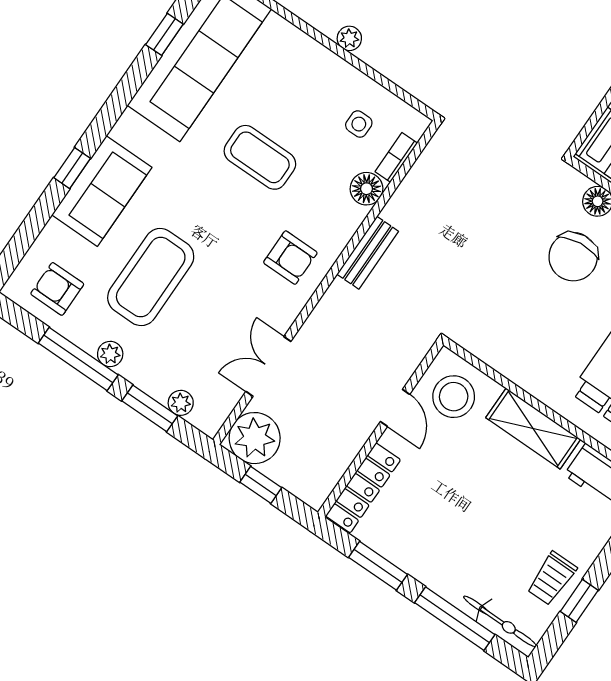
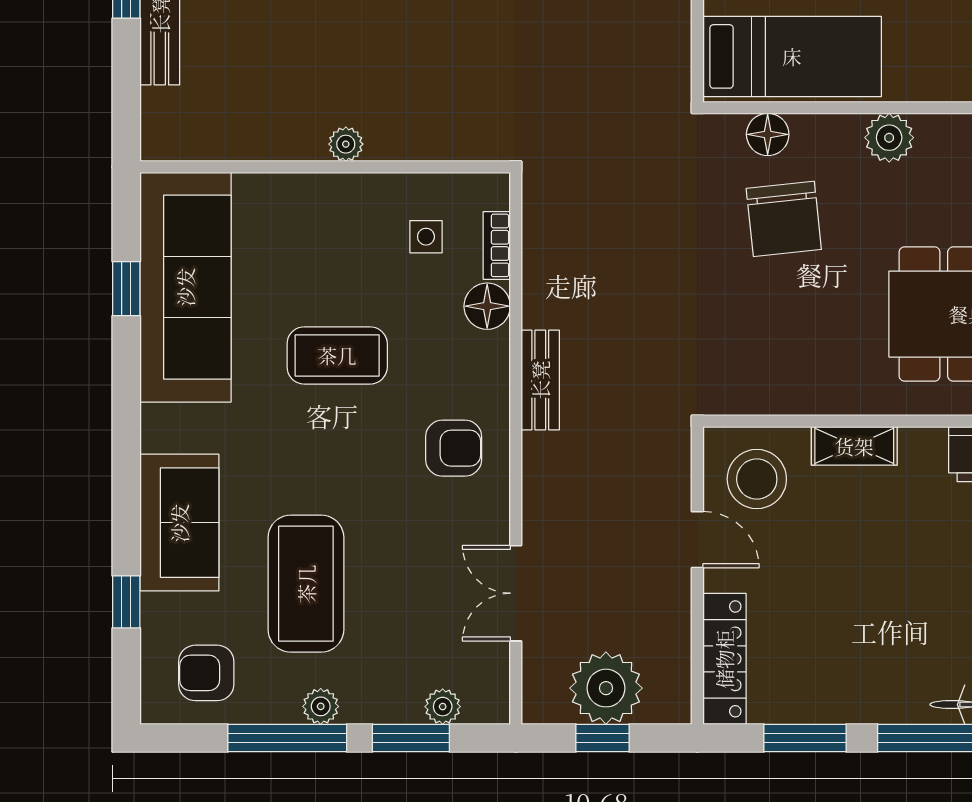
window: (72, 168) -> (126, 602), moved
shelving: (533, 429) -> (854, 446), width x0.67, depth x0.75
plant: (255, 438) -> (606, 688), moved

